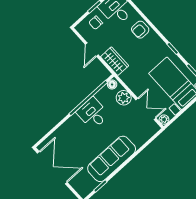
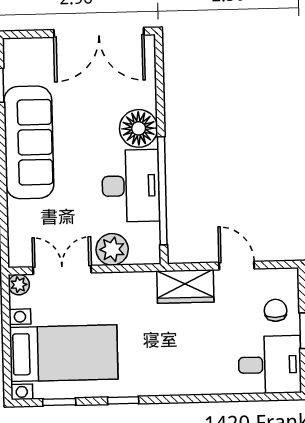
armchair: (140, 30) -> (201, 374), removed
floor lamp: (112, 85) -> (139, 128), moved, width x1.89, depth x1.89
double door: (146, 109) -> (62, 270), swing flipped
desk: (93, 113) -> (131, 186), width x1.37

